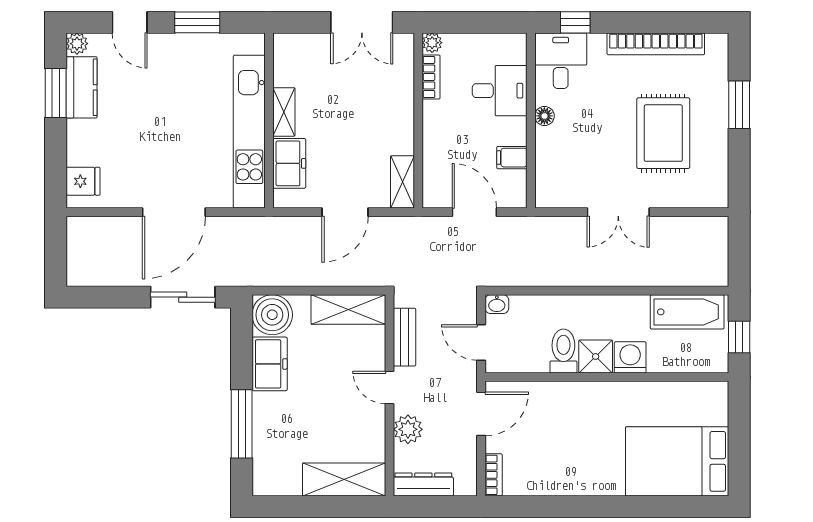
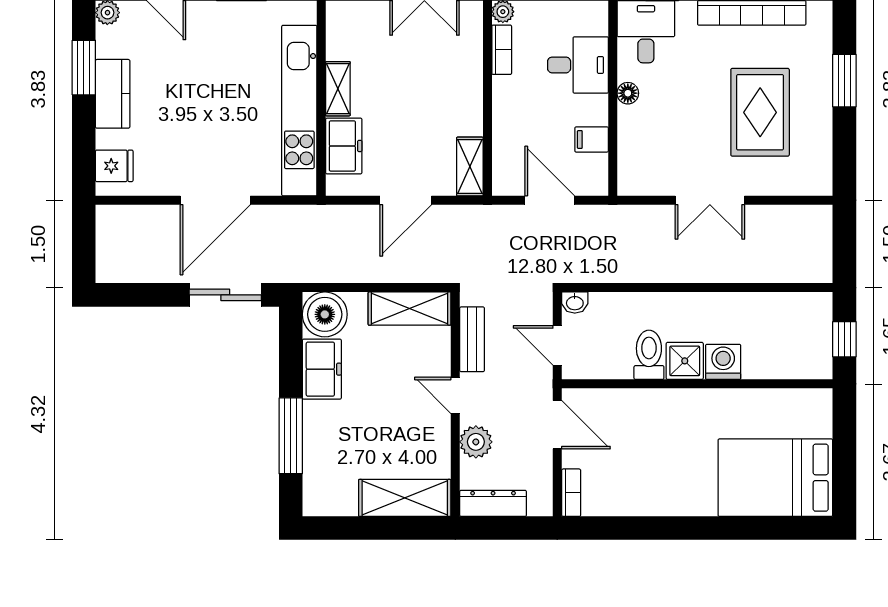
kitchen counter: (82, 87) -> (113, 94), moved
bathtub: (687, 312) -> (787, 311), removed
door: (481, 414) -> (557, 425), hinge flipped

